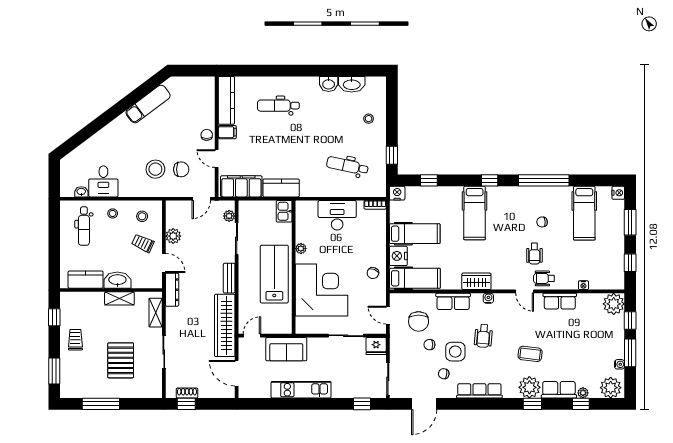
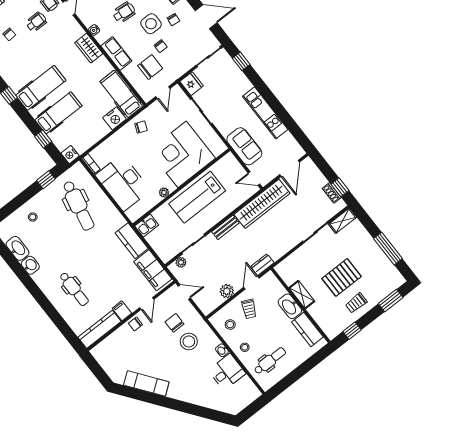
dental chair: (347, 166) -> (78, 206), width x1.36, depth x1.38
washbasin: (81, 192) -> (222, 350), moved
desk: (337, 215) -> (123, 183), width x1.36, depth x1.30
hospital bed: (415, 234) -> (58, 113), moved, turned 90
dresser: (172, 290) -> (262, 265), width x0.70
shelving: (156, 313) -> (343, 221), moved
pallet: (121, 360) -> (342, 277), moved

